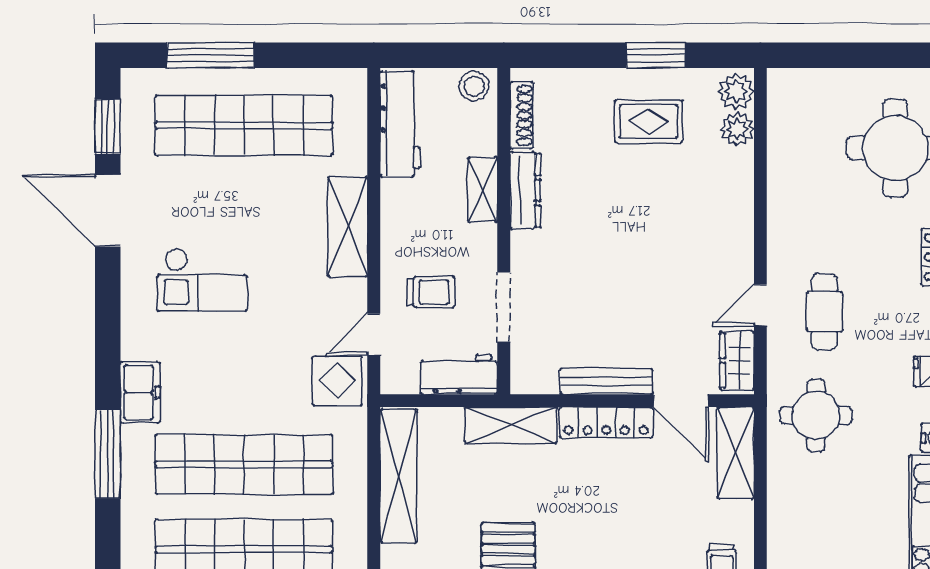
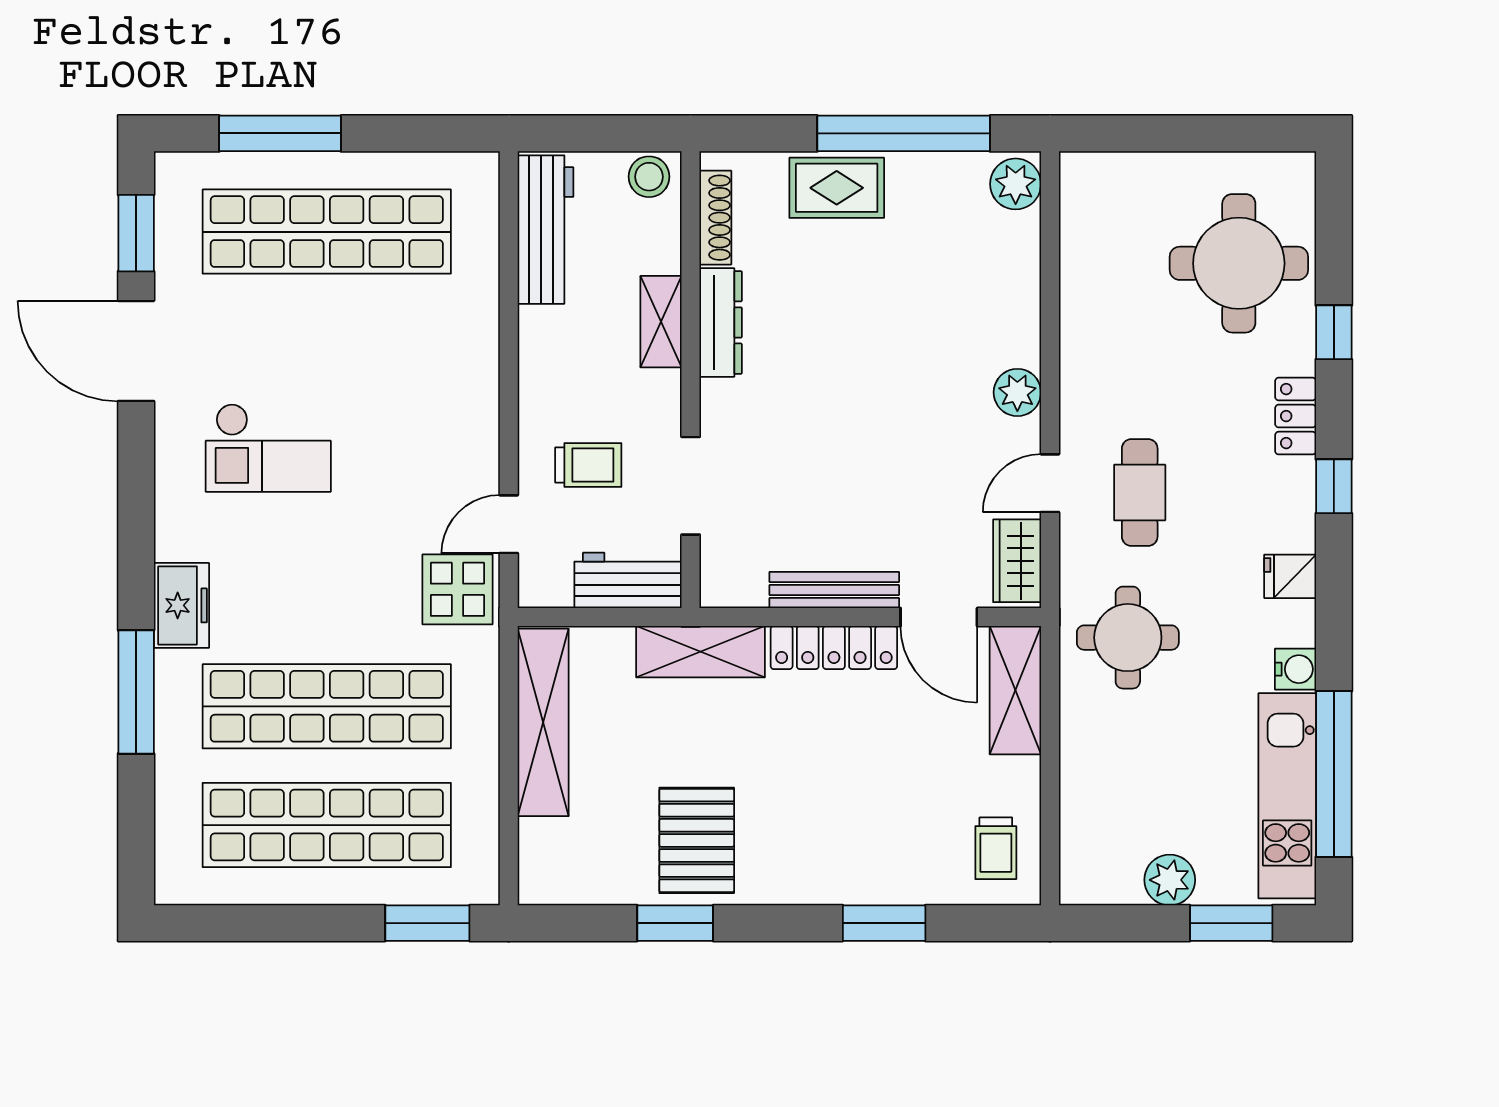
window: (656, 55) -> (904, 133), width x2.11
rug: (649, 121) -> (837, 188), moved
plant: (737, 129) -> (1017, 392), moved
shelving: (347, 227) -> (472, 374), removed

